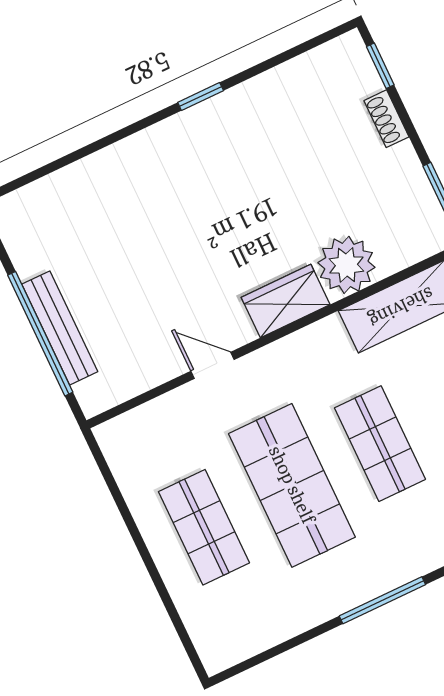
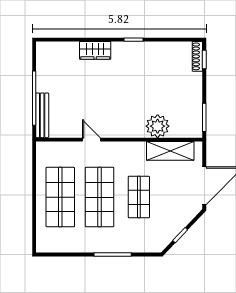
shoe rack: (386, 119) -> (197, 56), moved, width x1.43
wardrobe: (286, 301) -> (95, 50), moved, turned 180
bench: (60, 328) -> (42, 115), moved
shop shelf: (204, 527) -> (60, 197), width x1.43, depth x1.36

